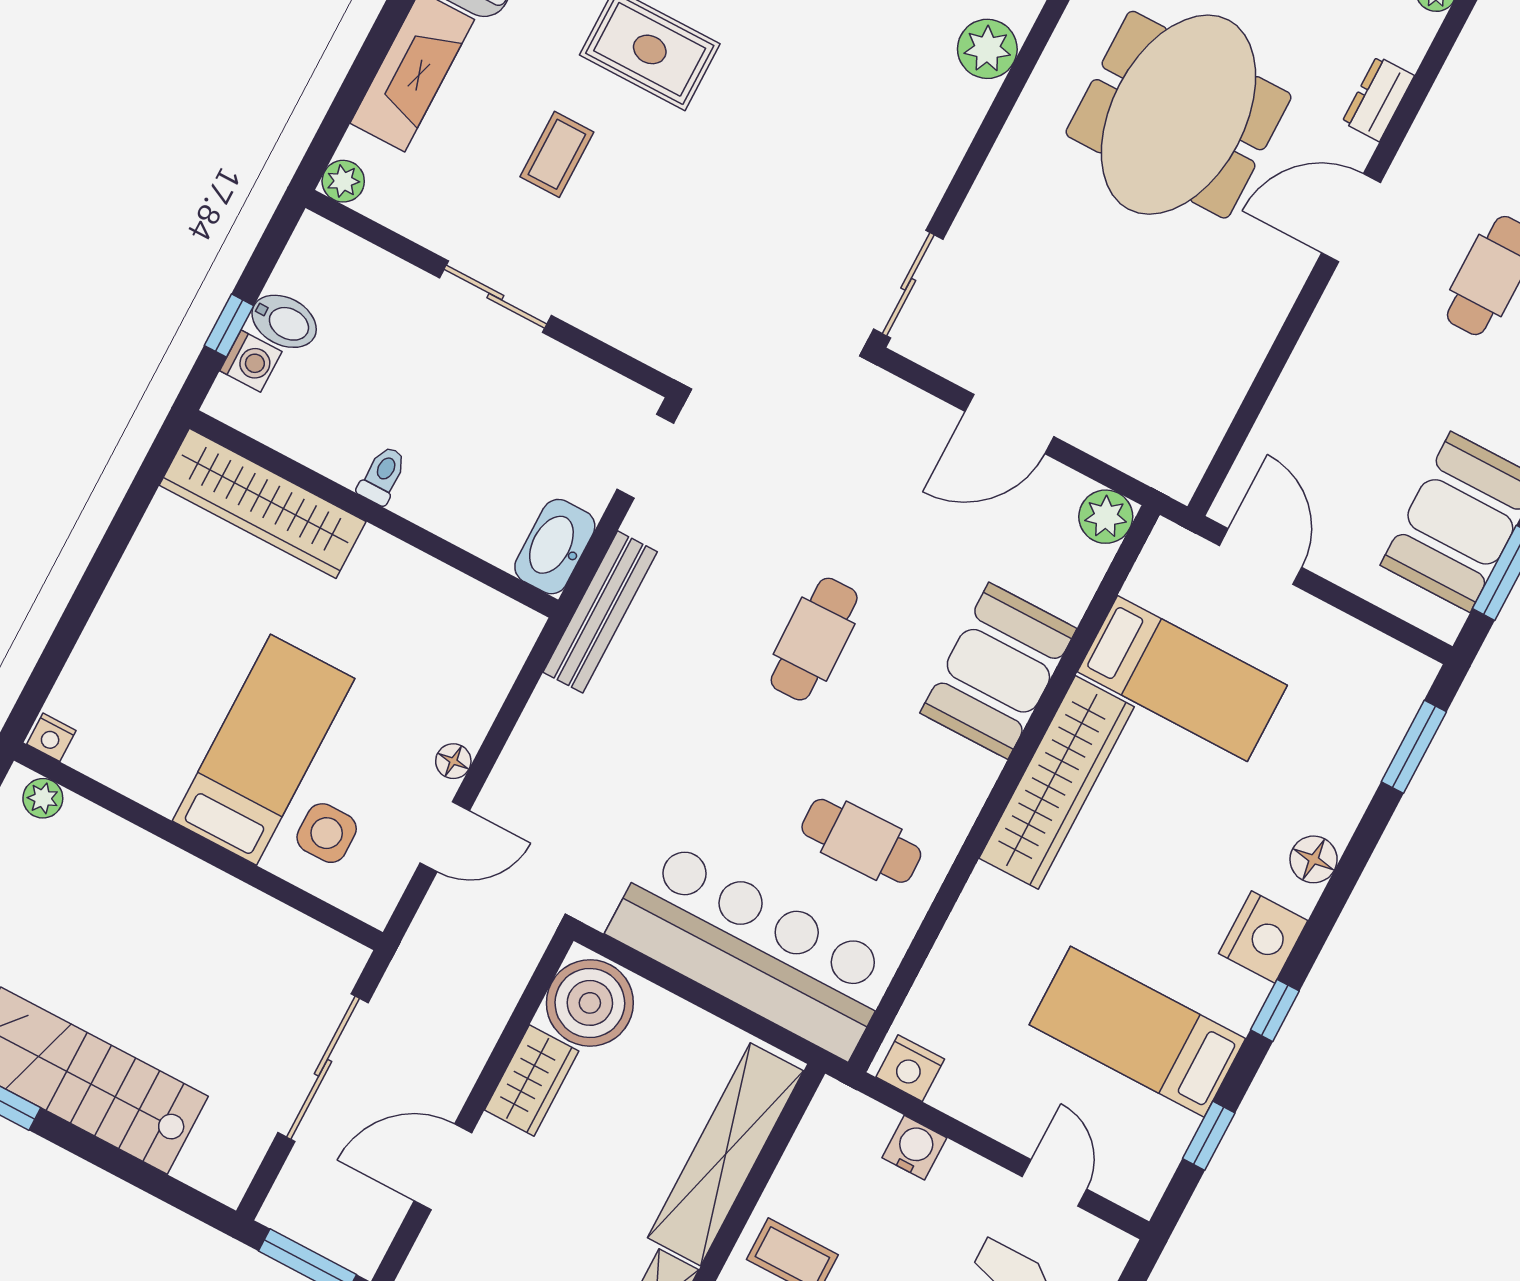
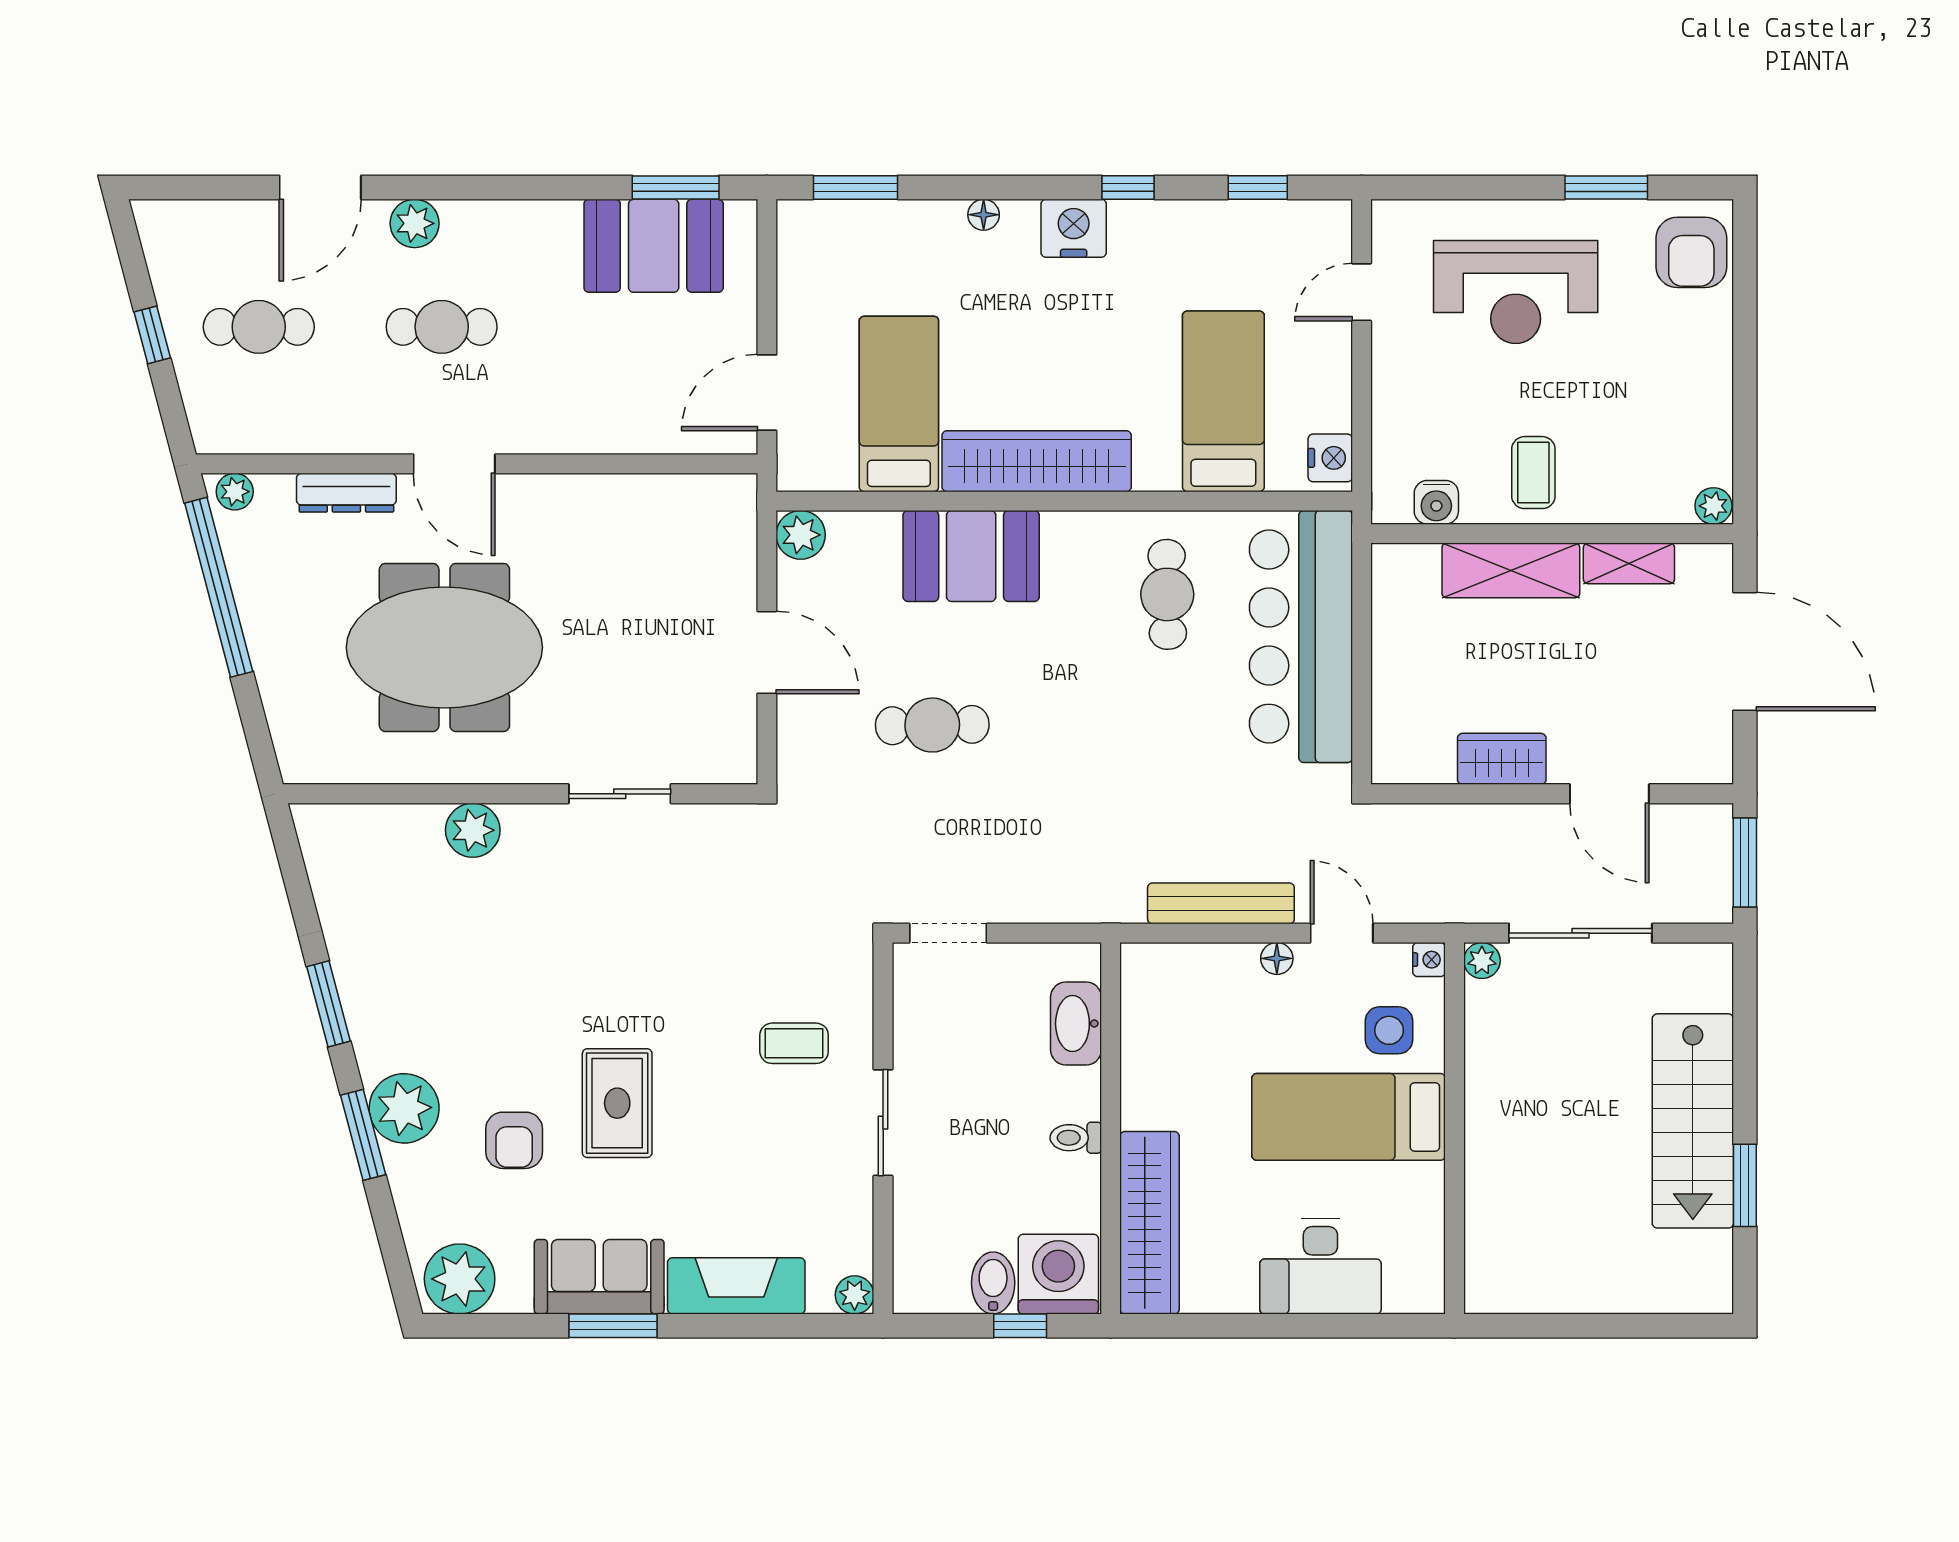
dresser: (1378, 99) -> (346, 493), width x1.44
coffee table: (557, 154) -> (794, 1043), moved
sliding door: (908, 284) -> (620, 794), moved
washing machine: (251, 361) -> (1058, 1274), width x1.89, depth x1.89
washbasin: (555, 547) -> (1076, 1023), moved, turned 90
bench: (600, 612) -> (1221, 903), moved
cafe table: (814, 639) -> (932, 725), moved
desk: (133, 646) -> (1320, 1267), added
nightstand: (51, 737) -> (1429, 960), moved
plant: (43, 798) -> (1482, 961), moved
floor lamp: (1314, 859) -> (984, 215), width x0.73, depth x0.73
boiler: (590, 1003) -> (1414, 745), removed
bed: (1137, 1032) -> (1223, 401), moved, turned 180
water cooler: (914, 1148) -> (1436, 502), moved, turned -90
shelving: (726, 1154) -> (1511, 570), width x0.68

